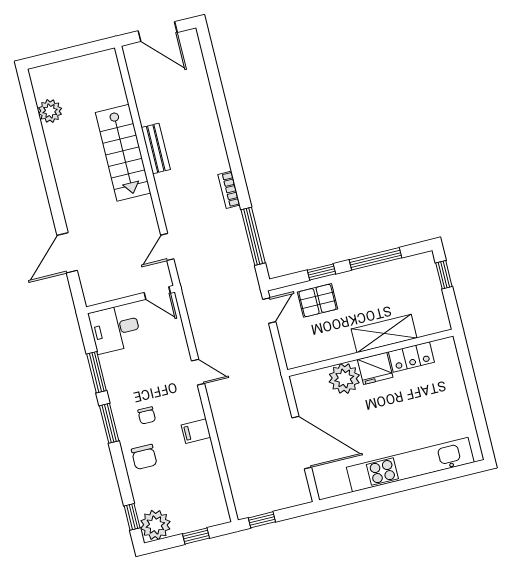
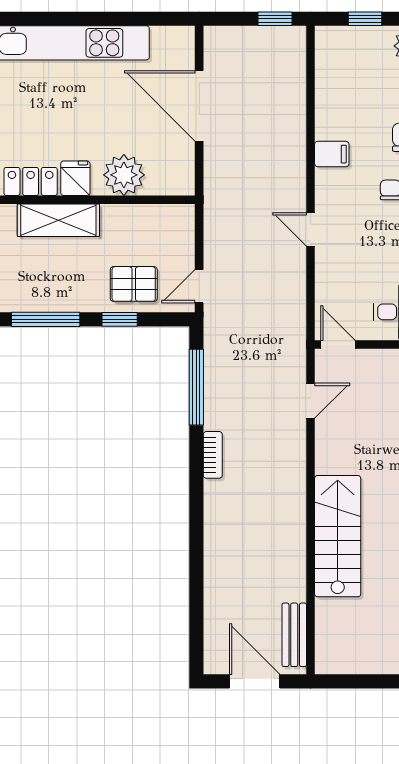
bench: (156, 149) -> (294, 635), moved
fridge: (375, 368) -> (75, 178), width x0.72

